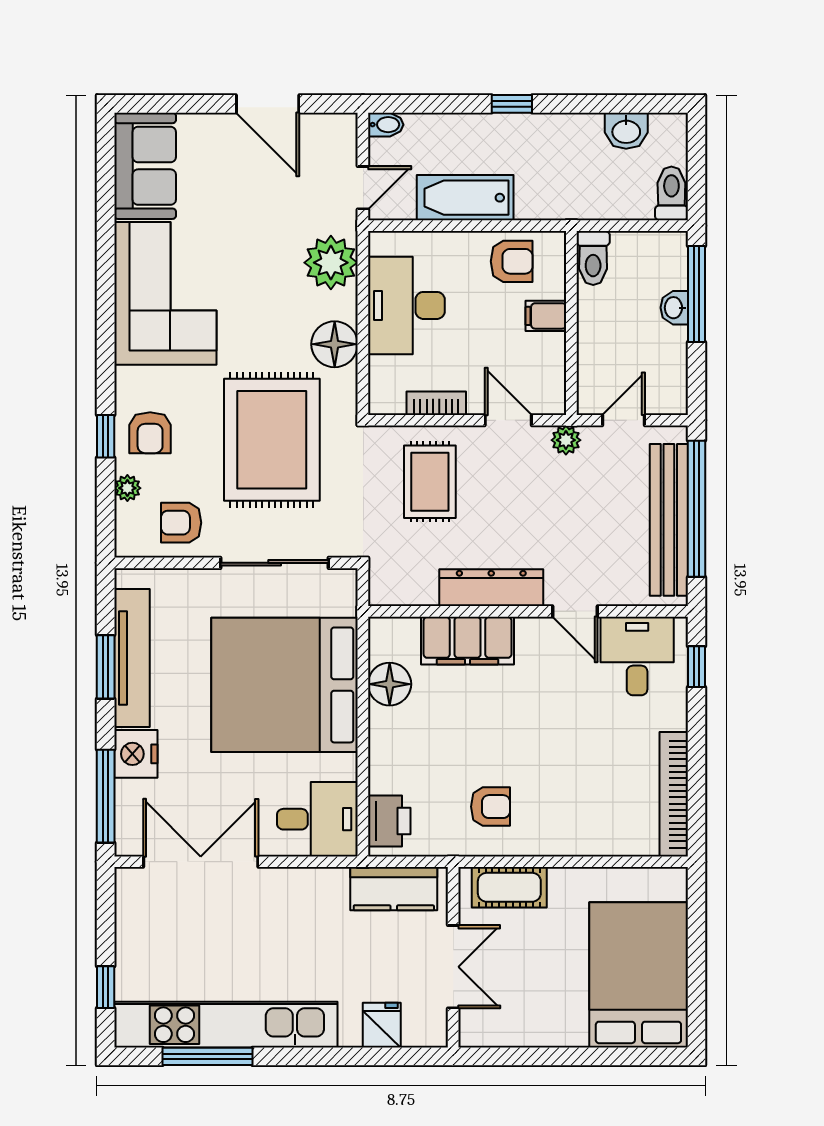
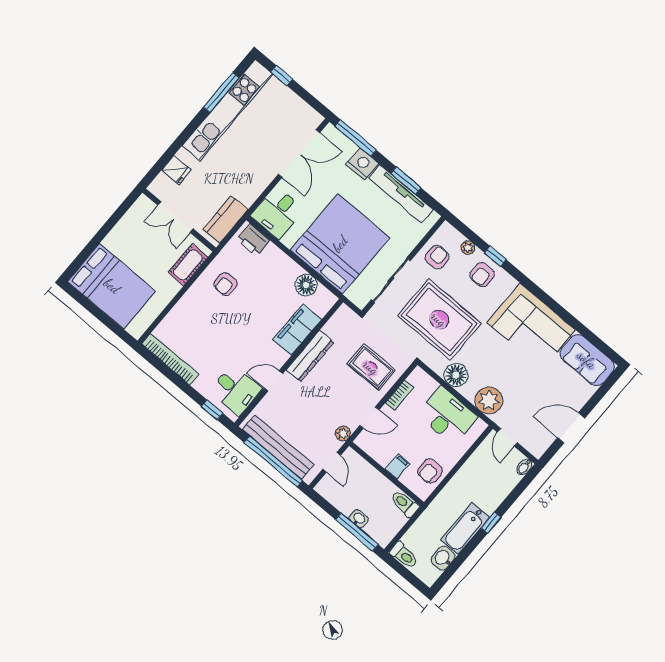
bathtub: (465, 198) -> (465, 529), moved, turned 180
armchair: (150, 433) -> (482, 275), turned -90

